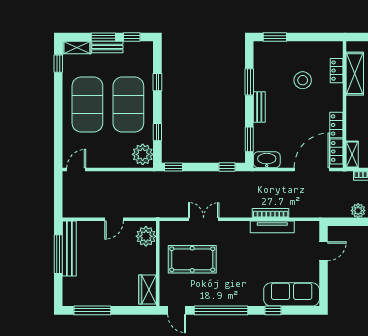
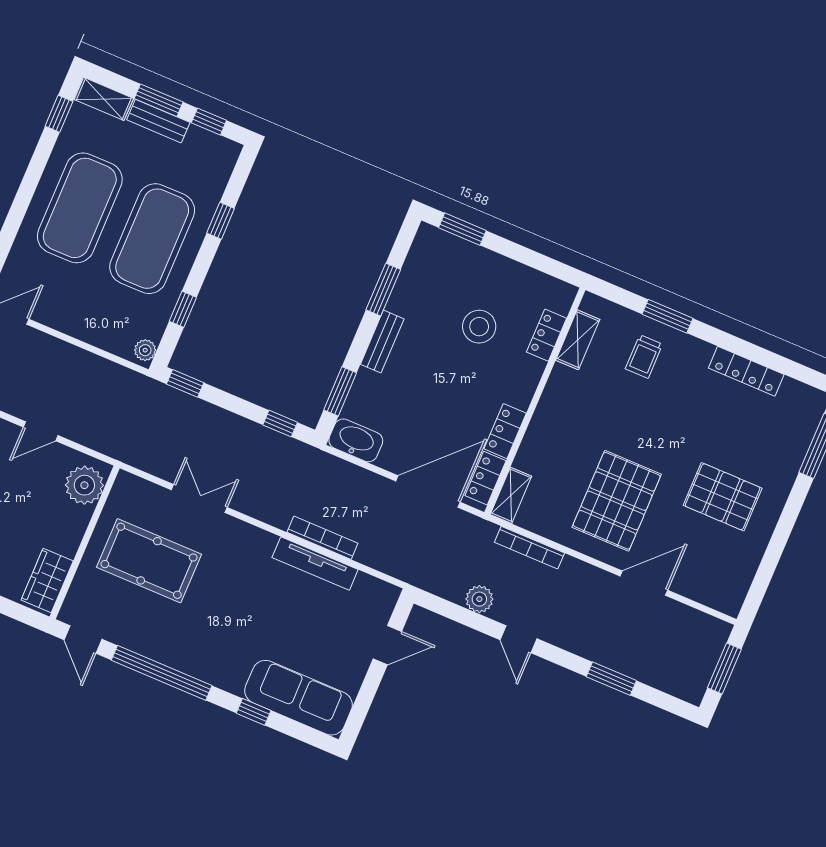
shelving: (355, 74) -> (578, 340), width x0.67, depth x0.75
plant: (143, 154) -> (145, 350), width x0.53, depth x0.53

